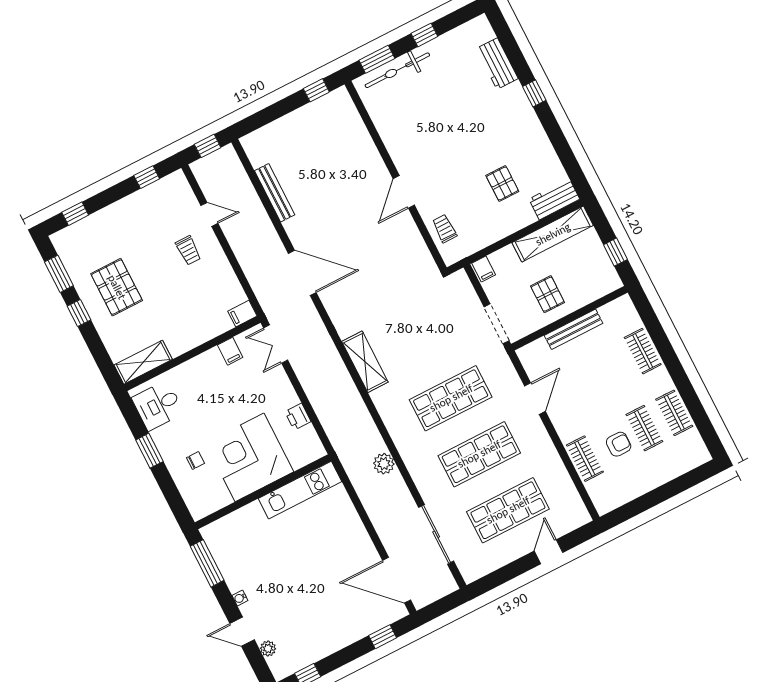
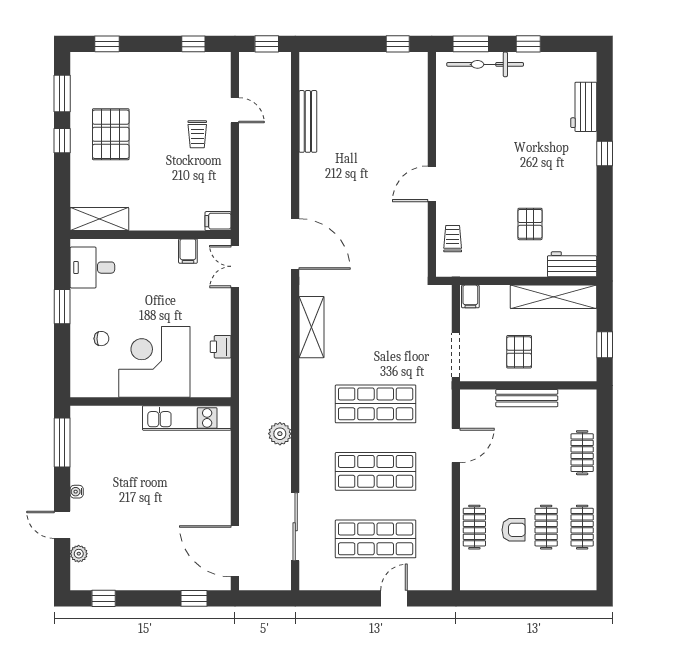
door: (302, 273) -> (295, 244), moved

